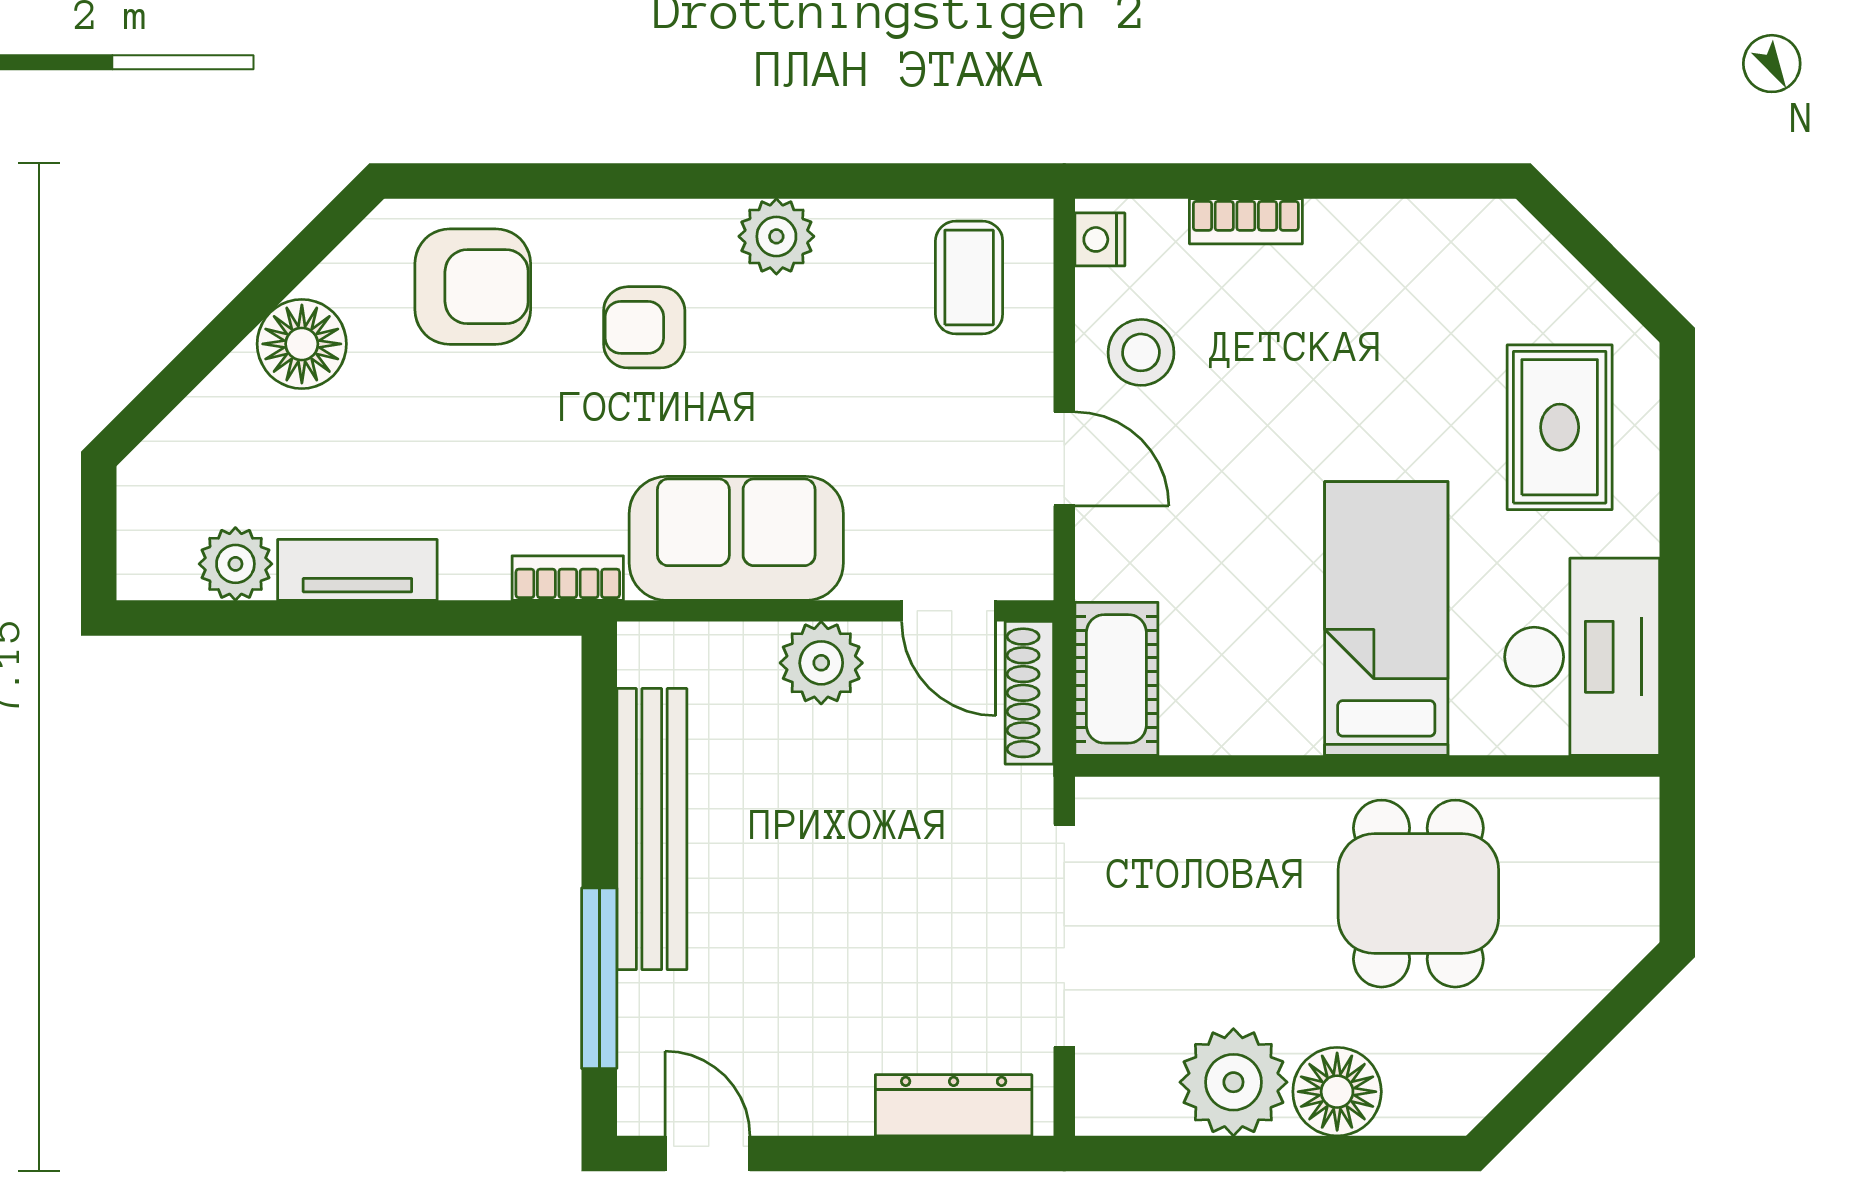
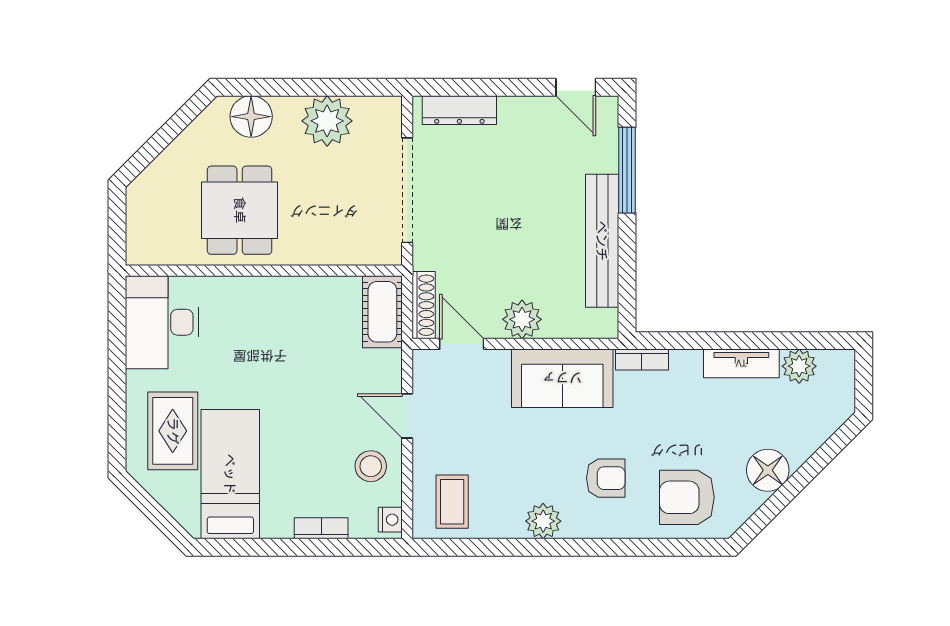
bed: (1386, 618) -> (230, 474), moved, turned 180
floor lamp: (1337, 1092) -> (251, 117), moved

